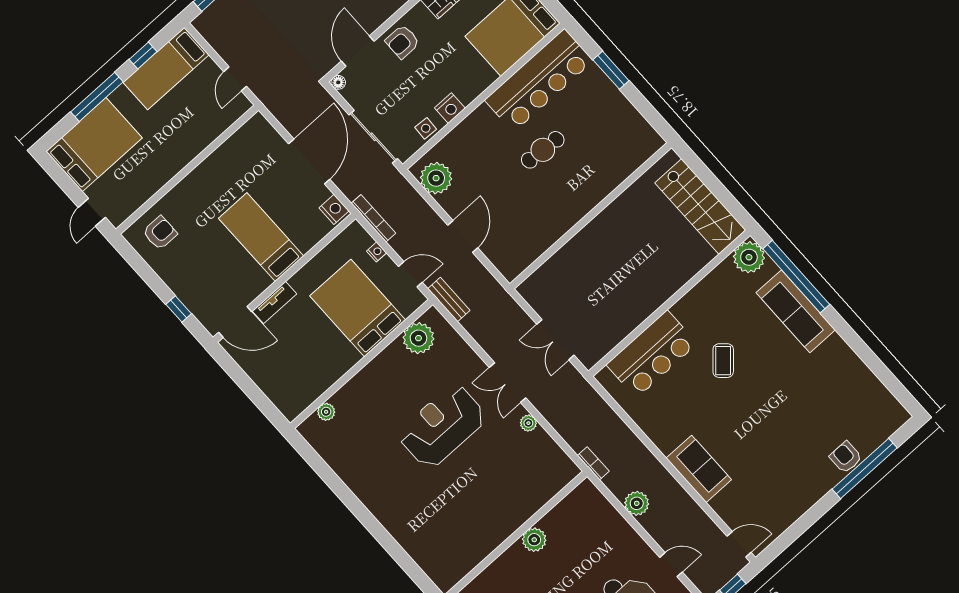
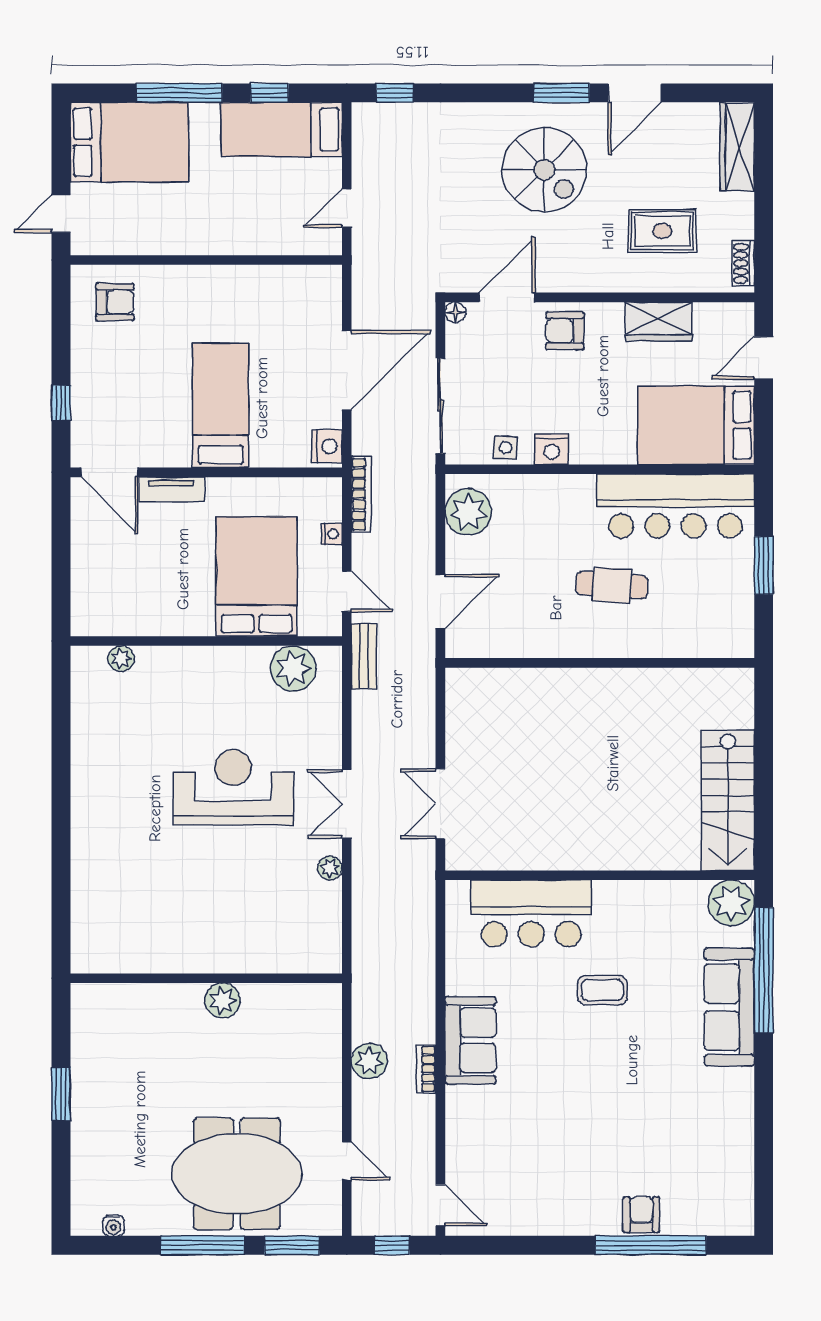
wall: (591, 216) -> (600, 663), moved
coffee table: (723, 361) -> (602, 990), turned 48
bookcase: (593, 463) -> (426, 1069), moved, turned 180
sofa: (699, 469) -> (470, 1040), moved

